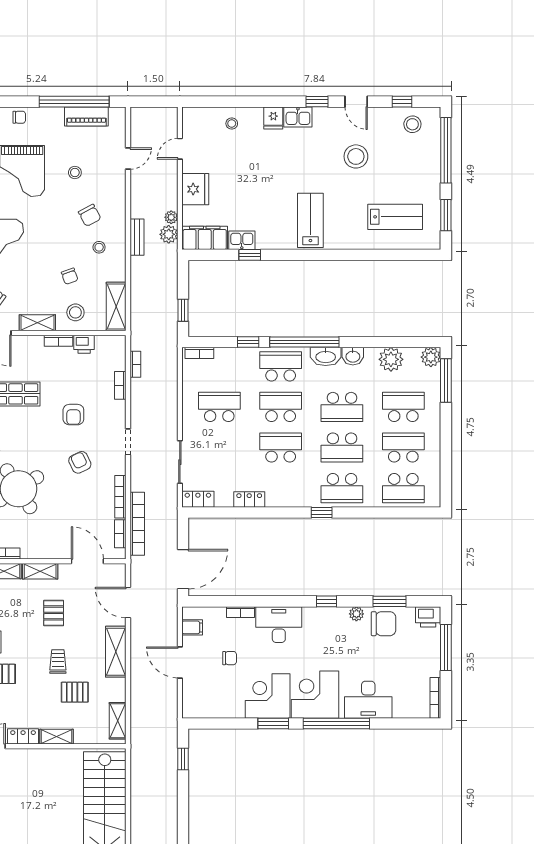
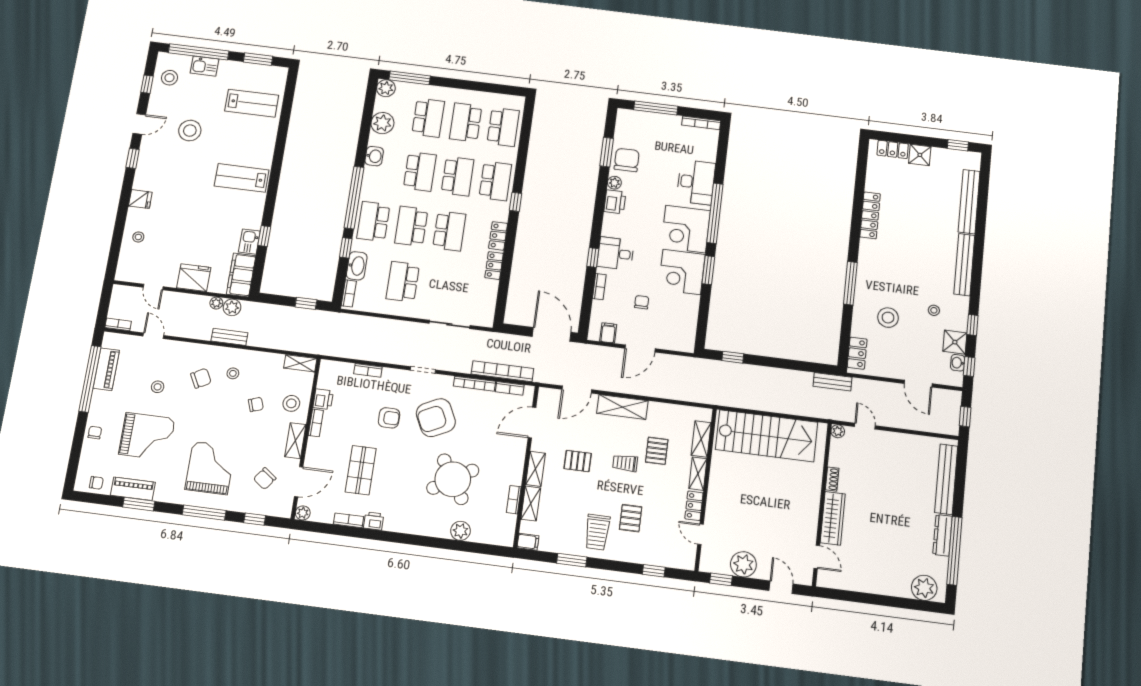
kitchen sink: (298, 117) -> (204, 66), moved, turned 90
lab bench: (395, 217) -> (252, 103), turned 90
shelving: (116, 307) -> (300, 363), width x0.67, depth x0.75
washbasin: (326, 356) -> (357, 266), moved
bookcase: (135, 364) -> (118, 324), moved
school desk: (403, 407) -> (428, 118), turned 180
school desk: (281, 448) -> (449, 231), turned 180
armchair: (80, 462) -> (436, 418), width x1.88, depth x1.88
locker: (198, 499) -> (498, 236), moved
window: (326, 601) -> (593, 258), moved
printer: (428, 617) -> (615, 202), moved
desk: (279, 625) -> (616, 253), width x0.73
shelving: (118, 721) -> (701, 439), moved, turned 90

